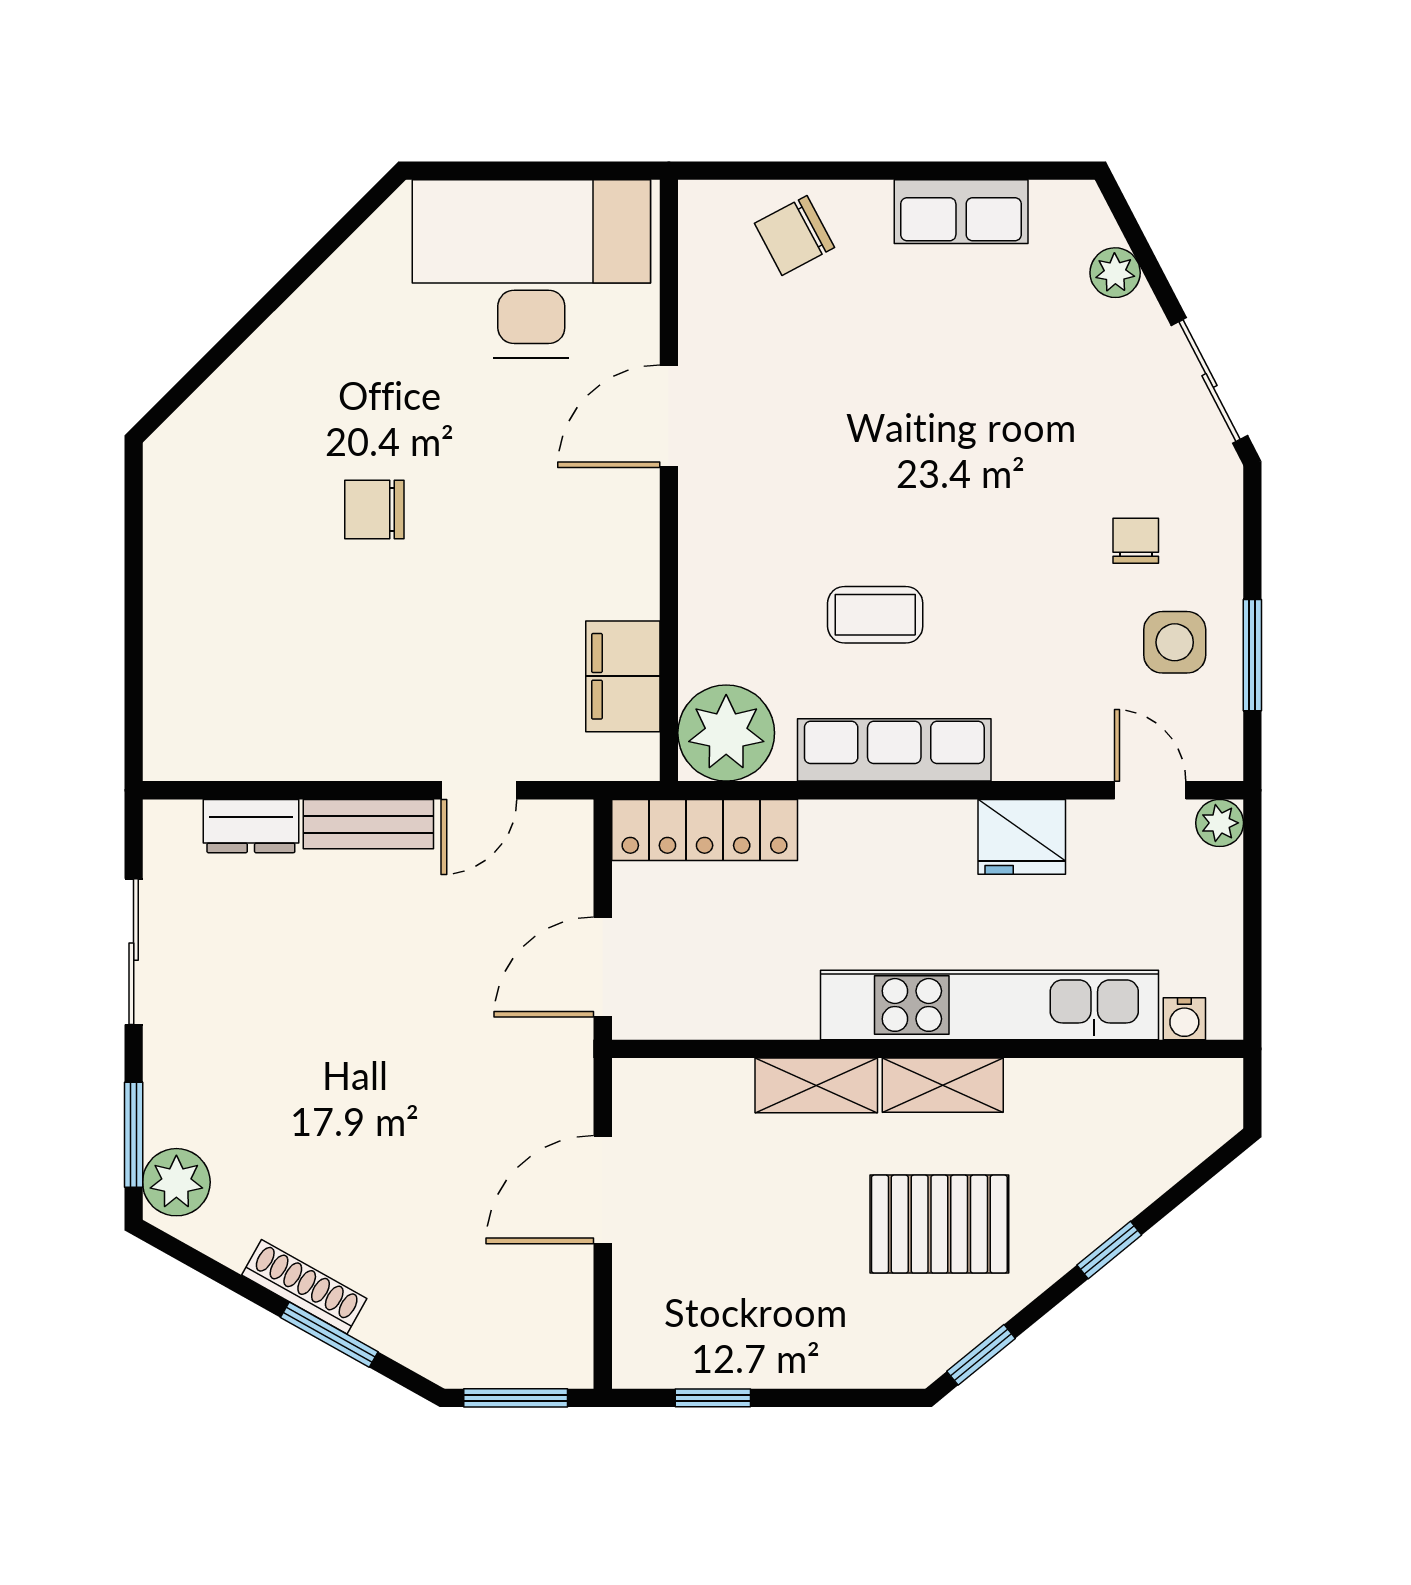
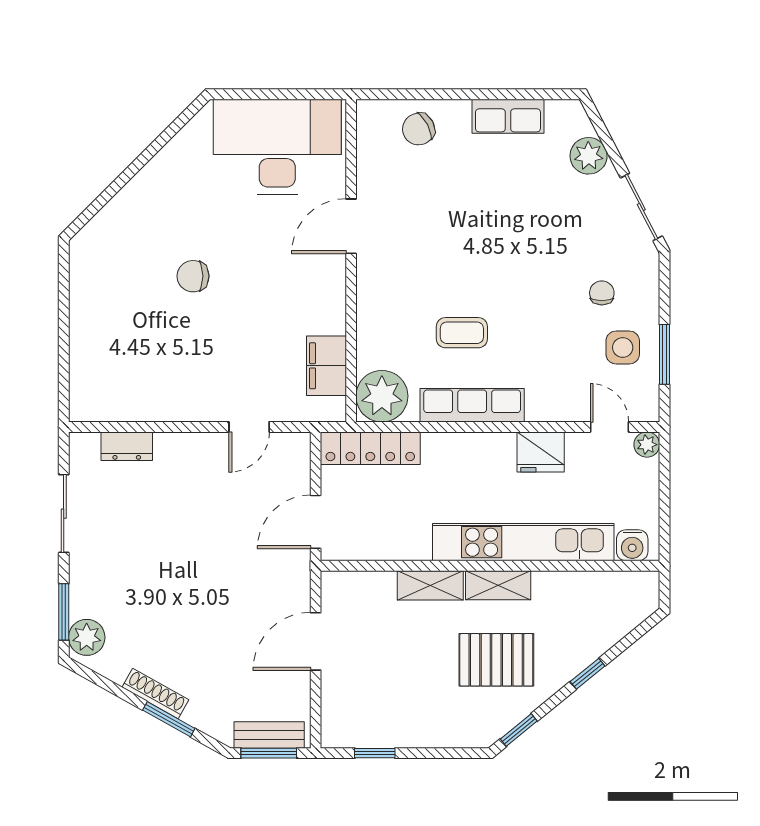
plant: (1115, 273) -> (589, 156), width x1.38, depth x1.38
bench: (368, 824) -> (269, 735), moved
water cooler: (1184, 1019) -> (632, 545), width x1.38, depth x1.38

